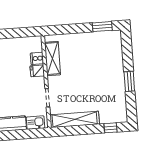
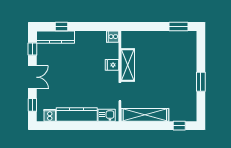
cooker: (37, 58) -> (113, 37), moved
shelving: (53, 59) -> (128, 65), moved

